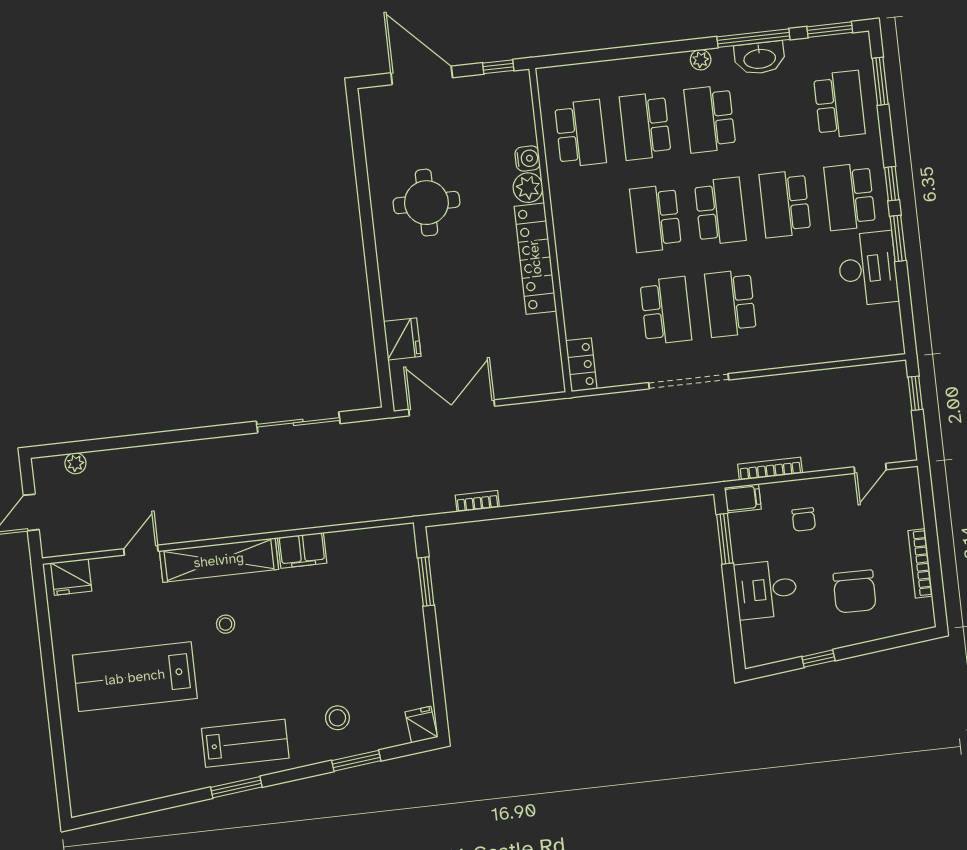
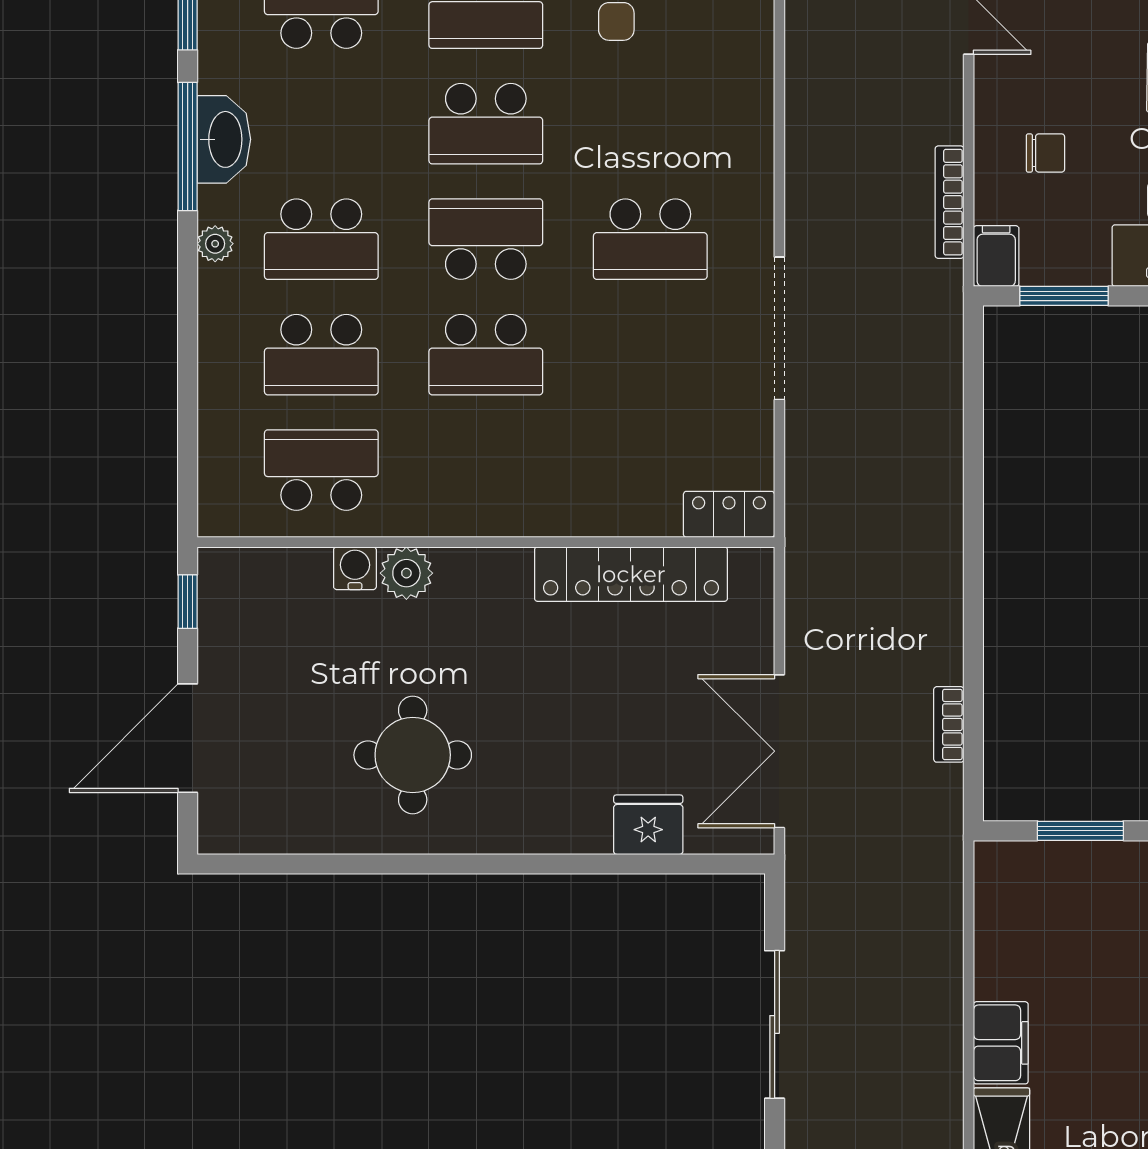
locker: (535, 259) -> (631, 574), moved
school desk: (666, 311) -> (650, 355), removed

